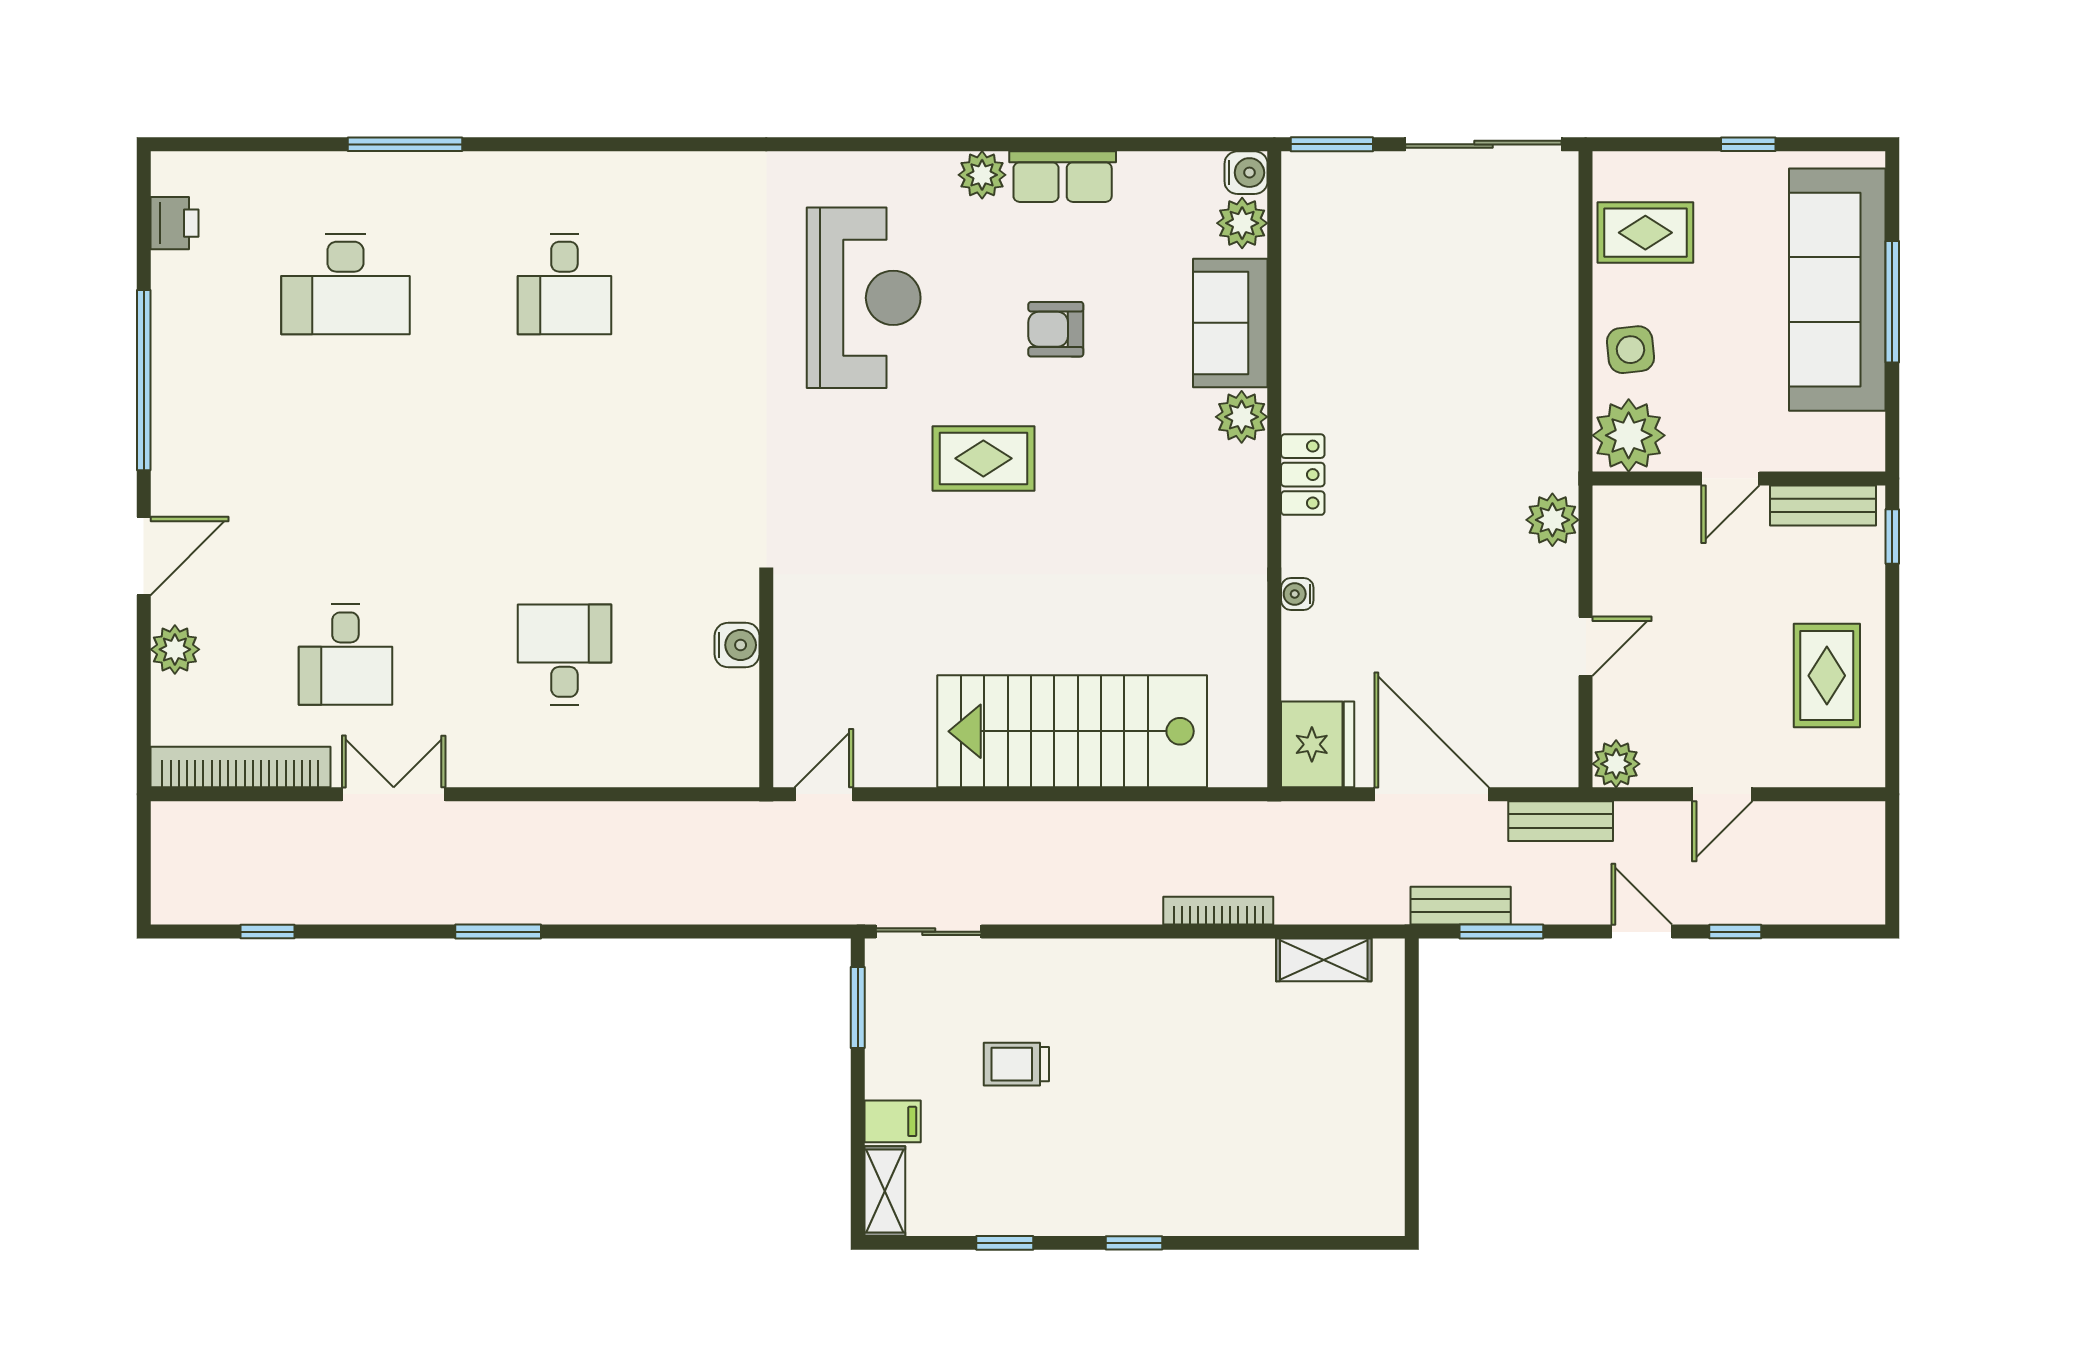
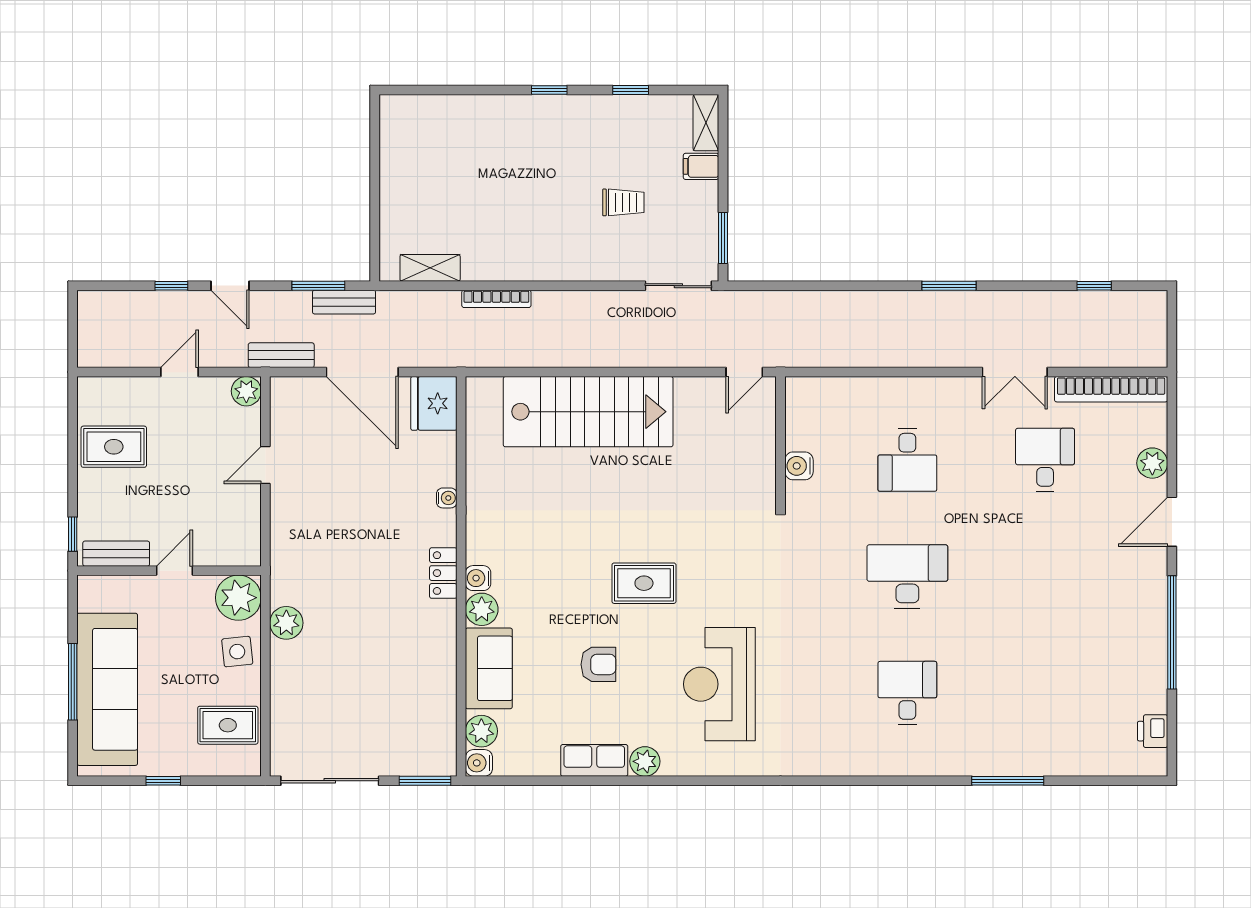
desk: (345, 284) -> (907, 576), moved
water cooler: (1247, 467) -> (478, 578), added
plant: (1552, 520) -> (286, 623), moved
rug: (1827, 676) -> (114, 447), turned 90

